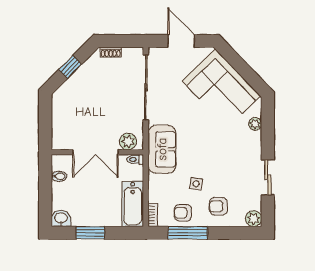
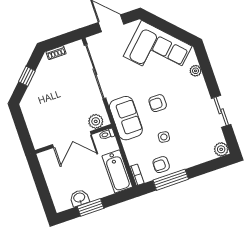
bidet: (59, 176) -> (49, 170), removed
armchair: (218, 206) -> (158, 103), moved
washbasin: (61, 218) -> (79, 198), moved

